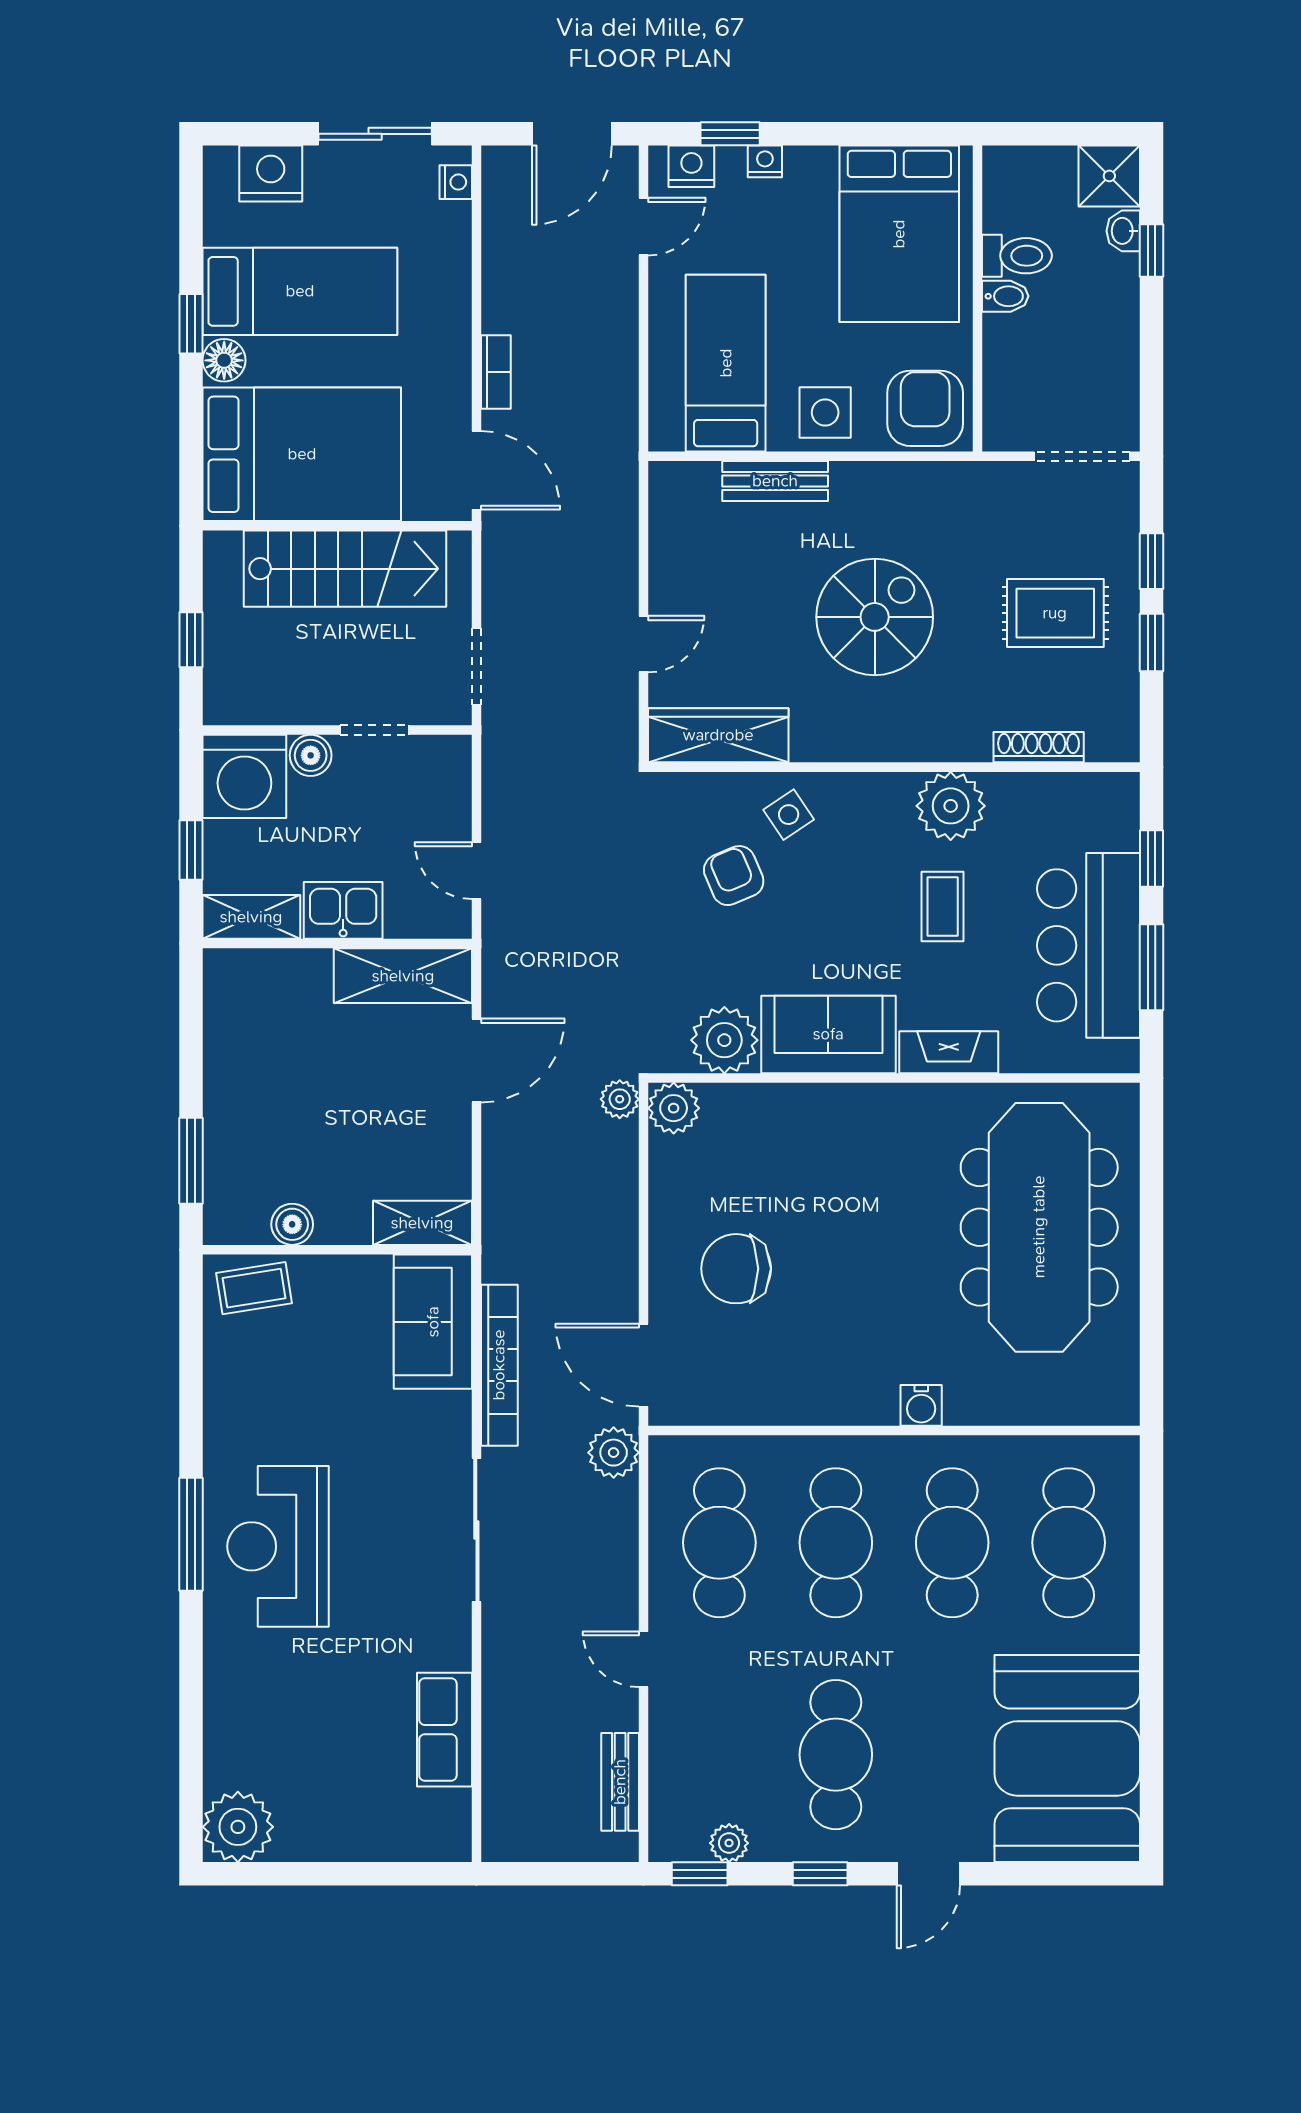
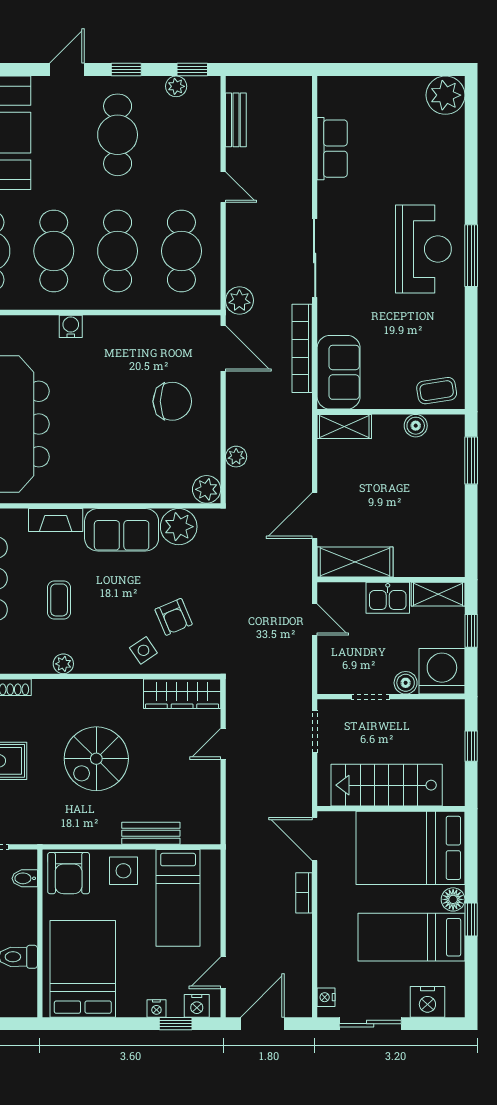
bidet: (1005, 296) -> (25, 878), moved
plant: (951, 806) -> (63, 664), width x0.53, depth x0.53
plant: (620, 1099) -> (236, 457), moved

